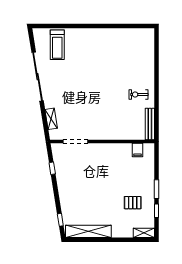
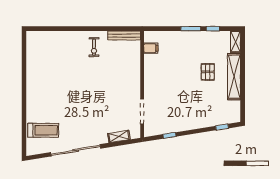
pallet: (133, 203) -> (208, 72), moved
shelving: (88, 231) -> (234, 77), moved

